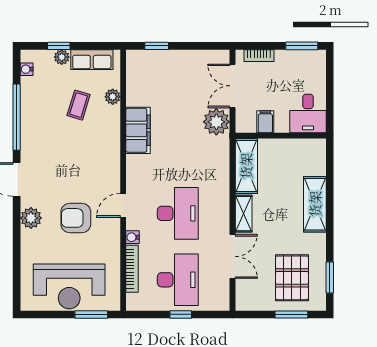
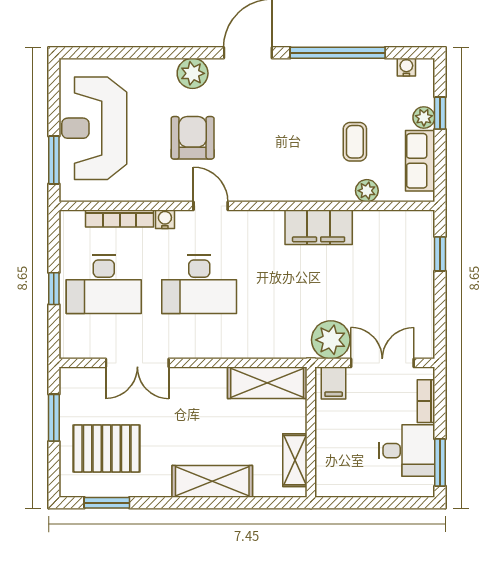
coffee table: (79, 105) -> (355, 142), turned 73
desk: (308, 113) -> (407, 451), moved, turned 180
filing cabinet: (265, 122) -> (334, 383), moved, turned 90
shelving: (244, 214) -> (295, 460), moved, turned 90
window: (291, 314) -> (54, 418), moved

